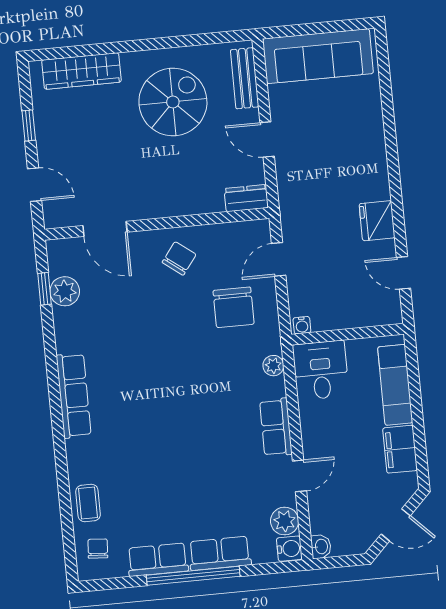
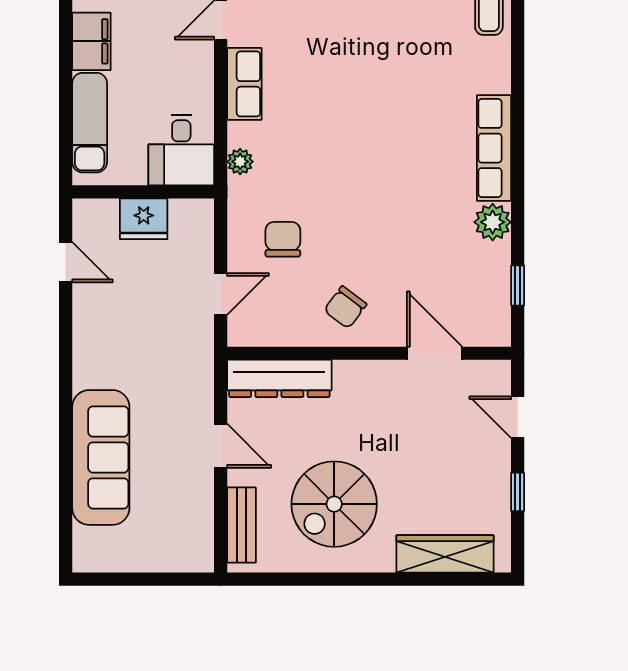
sofa: (318, 56) -> (101, 457), moved, turned 90
dresser: (246, 198) -> (279, 378), width x1.96, depth x1.24
fridge: (377, 221) -> (144, 219), moved, turned 90
plant: (65, 291) -> (493, 222), moved
chair: (234, 307) -> (283, 239), width x0.73, depth x0.73
water cooler: (302, 325) -> (199, 209), removed

